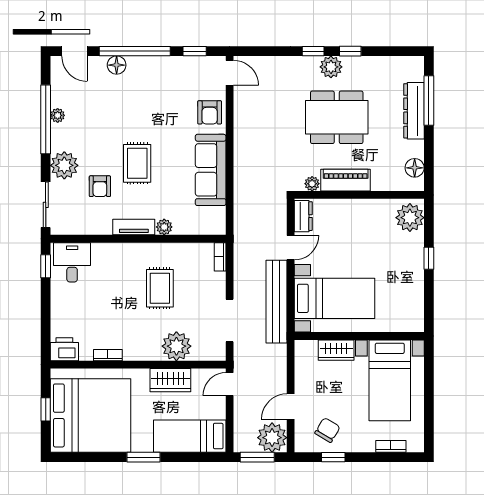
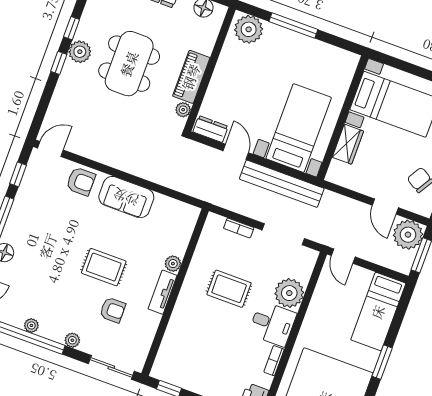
plant: (64, 165) -> (72, 340), width x0.53, depth x0.53
sofa: (211, 170) -> (126, 197), width x0.73
bookcase: (220, 257) -> (239, 228), moved
window: (429, 258) -> (293, 26), width x2.17
desk: (72, 262) -> (273, 324), moved, turned 180
wardrobe: (170, 380) -> (319, 310), removed

